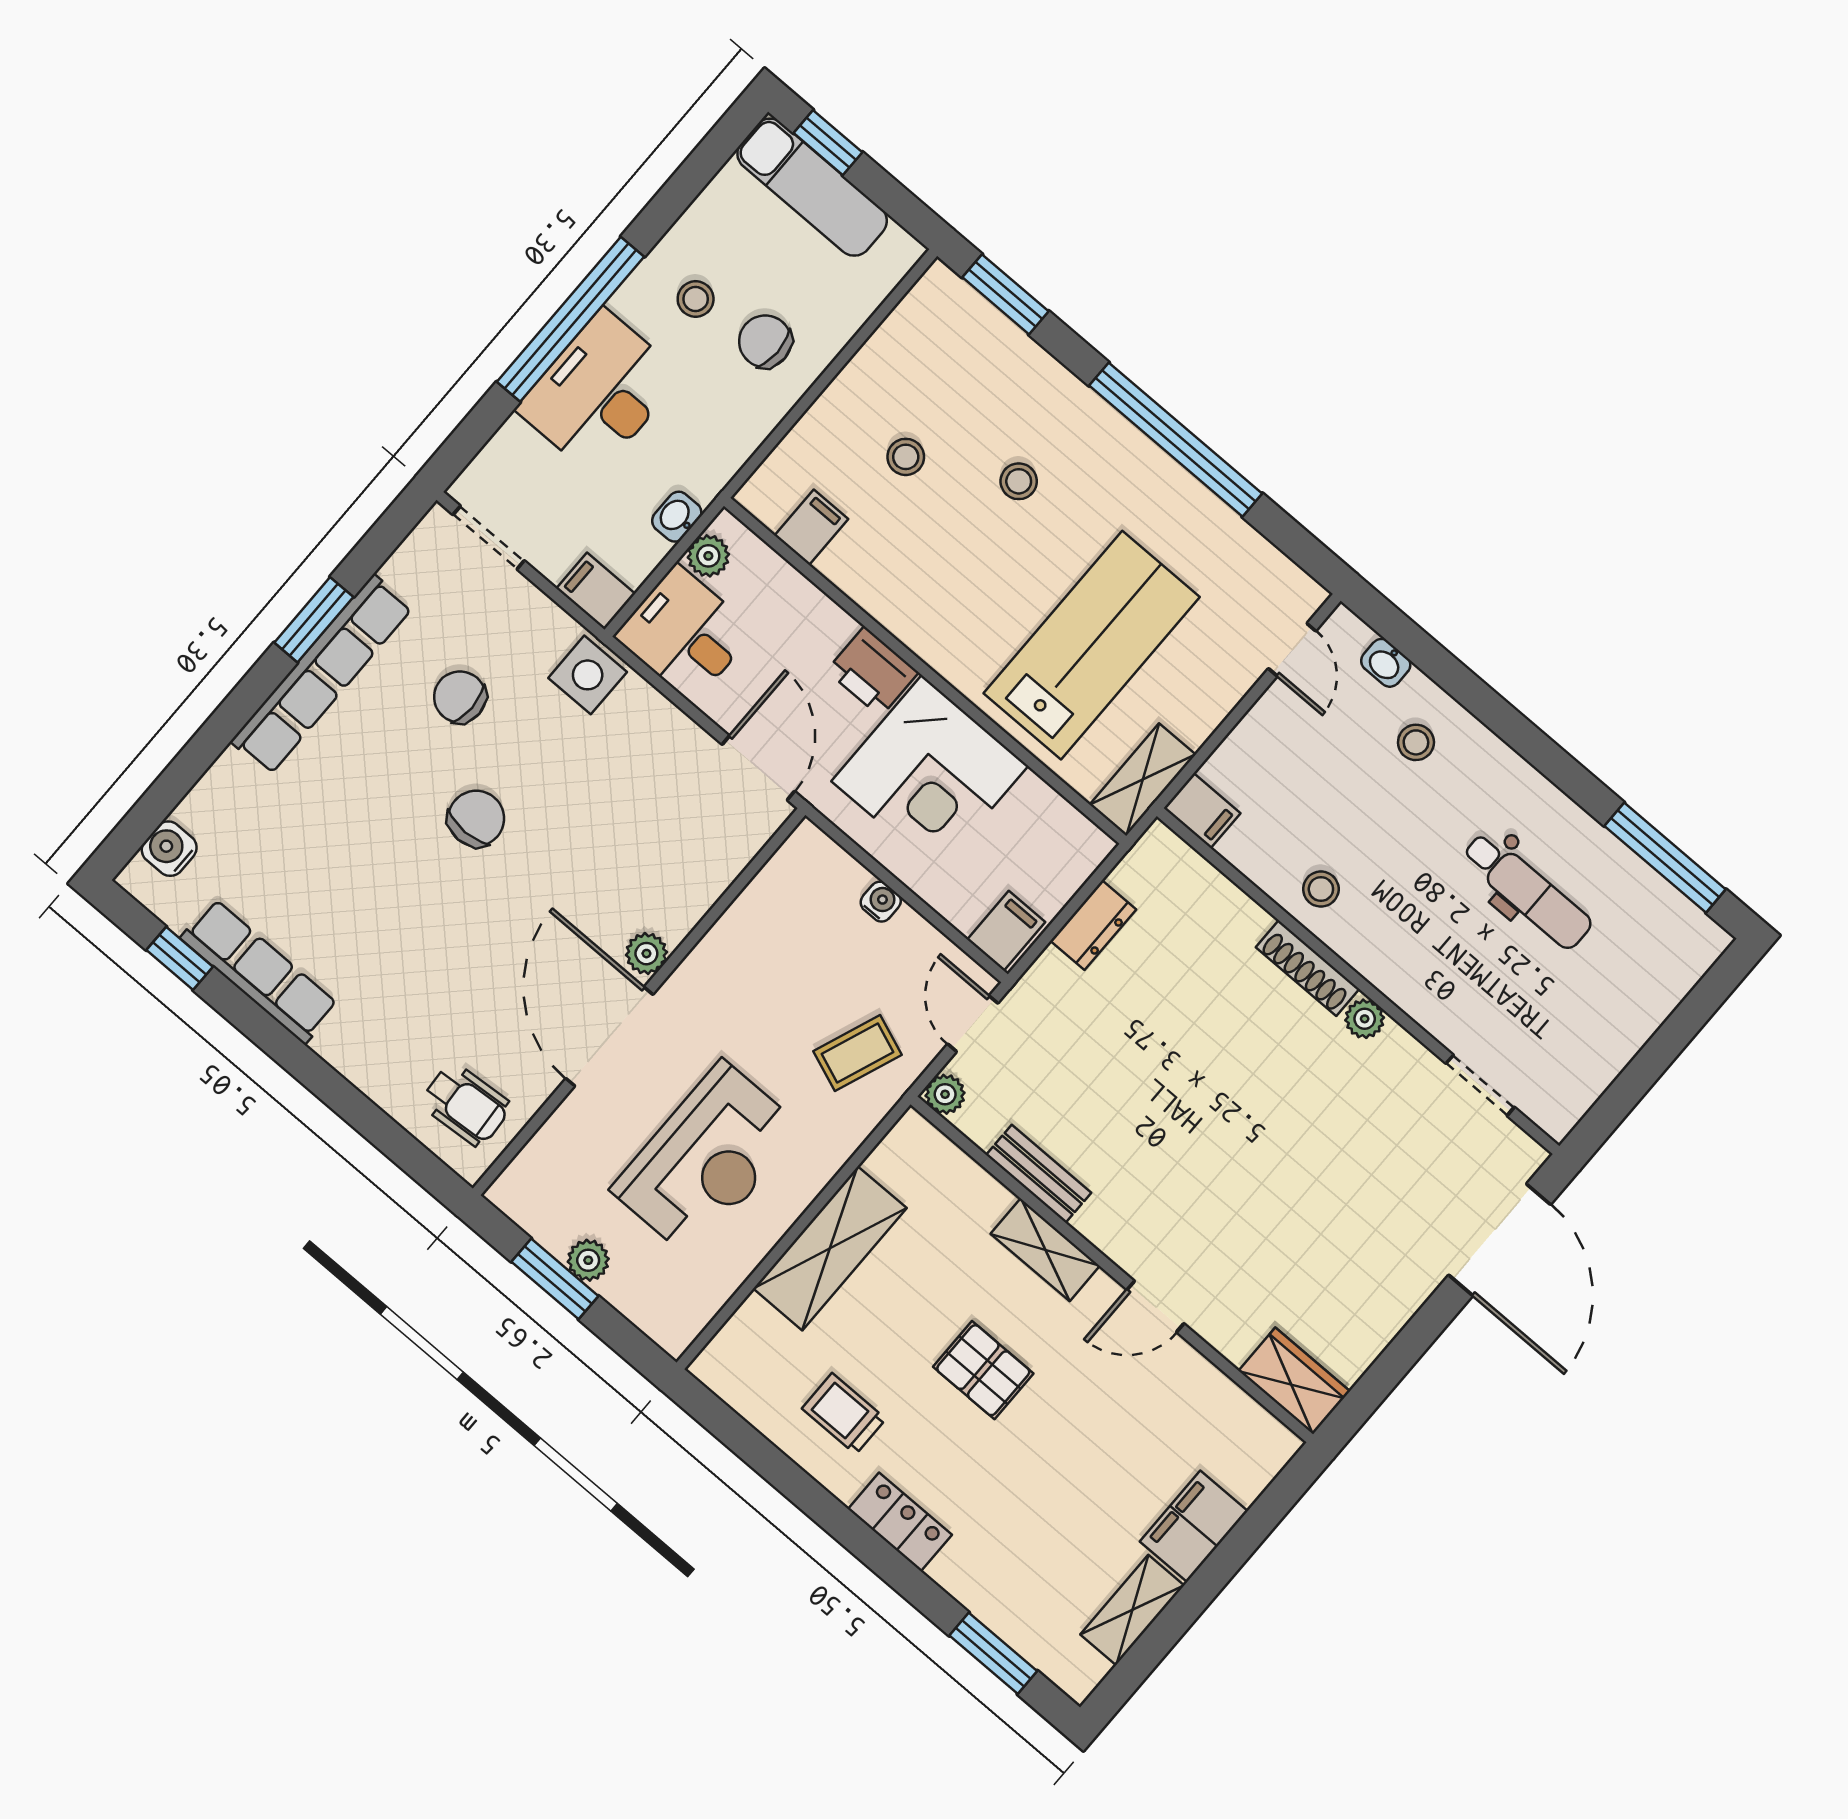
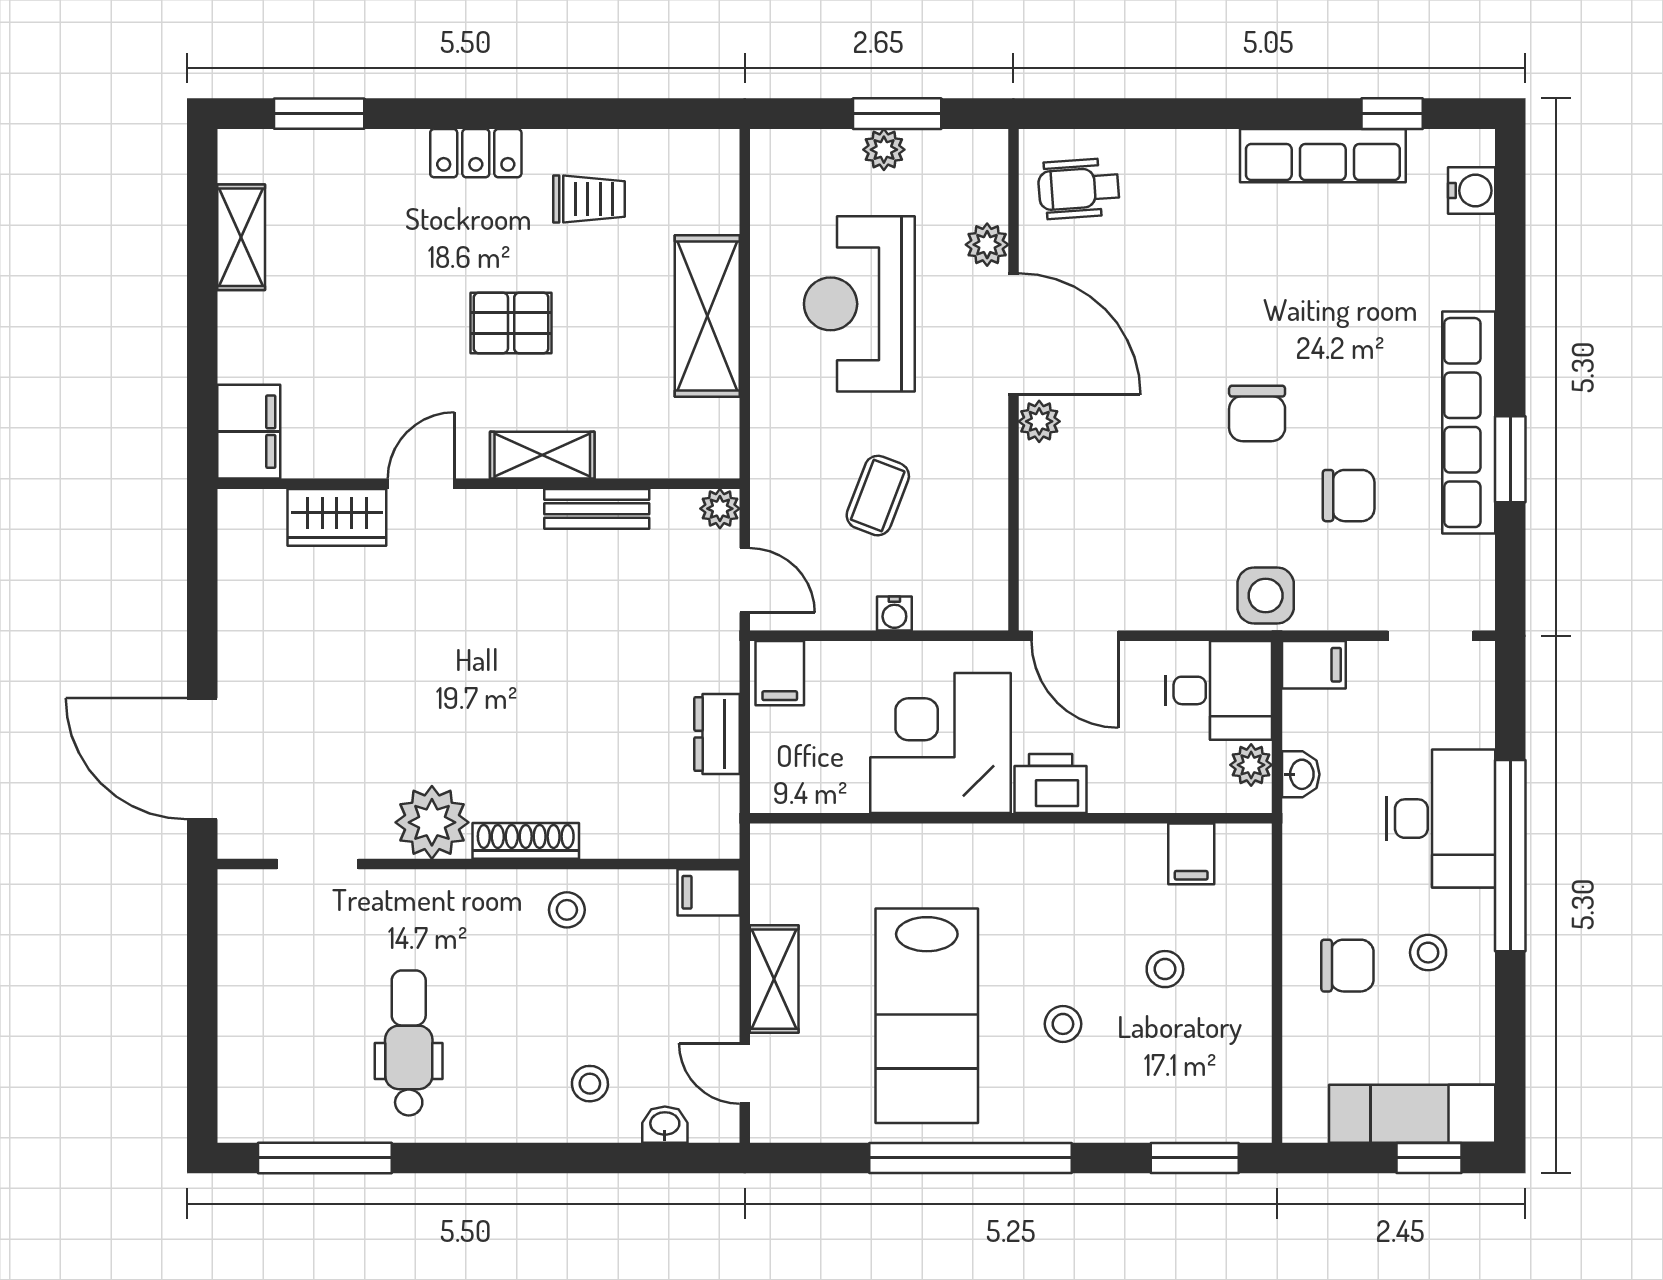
lab bench: (1092, 645) -> (927, 1016), moved
shelving: (1143, 780) -> (774, 979), moved
dental chair: (1527, 891) -> (409, 1043), turned 90
plant: (1365, 1019) -> (432, 822), width x1.87, depth x1.87
coffee table: (858, 1053) -> (878, 496), moved
plant: (572, 1121) -> (987, 245), added
wardrobe: (1294, 1381) -> (337, 517), moved
filing cabinet: (1194, 1526) -> (249, 432), moved

